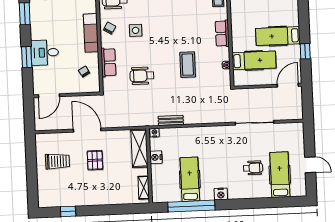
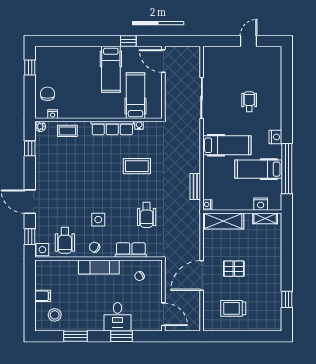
row of seats: (222, 33) -> (112, 128), width x1.48
nightstand: (156, 157) -> (261, 204), moved
trolley: (57, 161) -> (233, 308), turned -90
hospital bed: (280, 175) -> (227, 145), moved, turned 180

